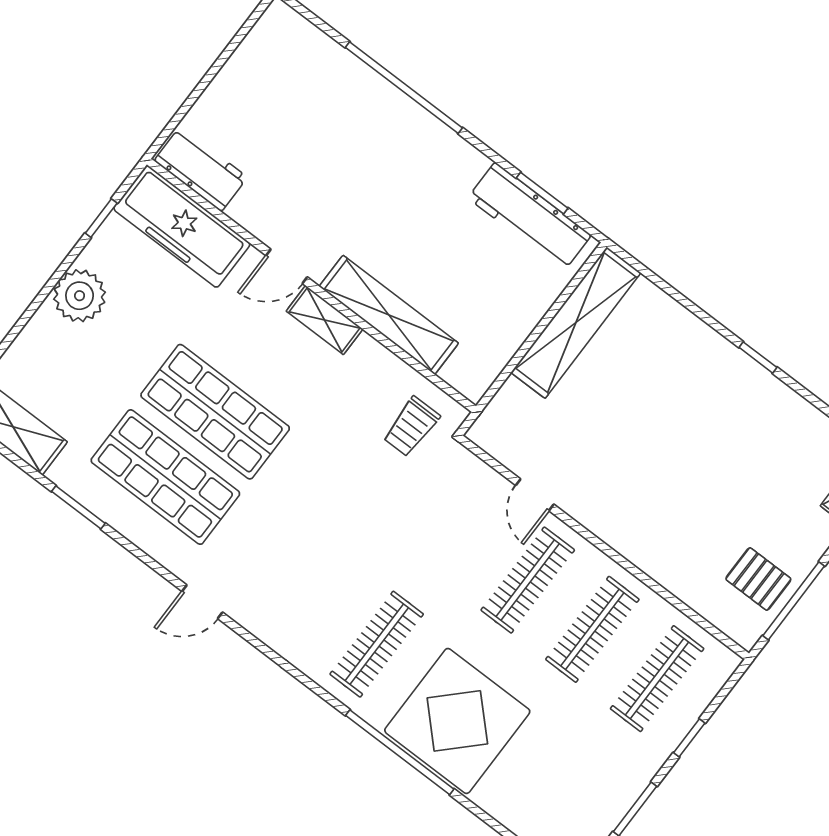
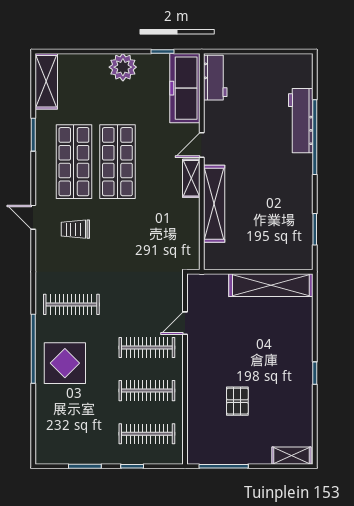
workbench: (529, 217) -> (301, 121), moved
door: (287, 266) -> (202, 145), hinge flipped
trolley: (411, 427) -> (75, 229), moved
pallet: (758, 579) -> (237, 401), moved
display table: (457, 721) -> (65, 363), width x0.73, depth x0.73

